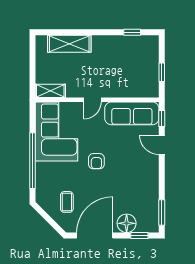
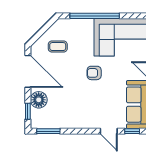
door: (162, 145) -> (109, 131), swing flipped

